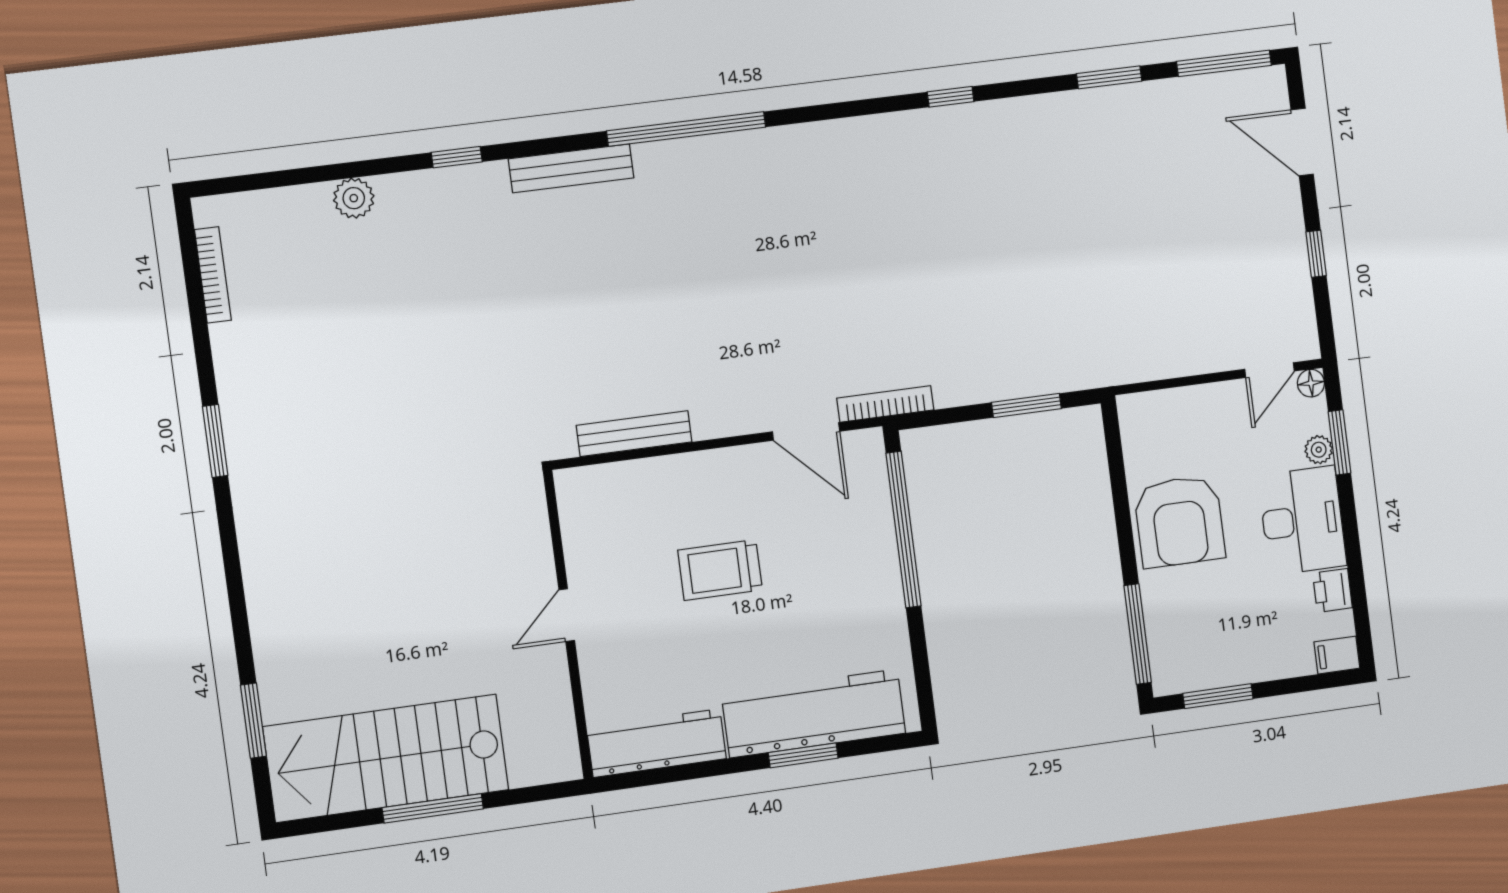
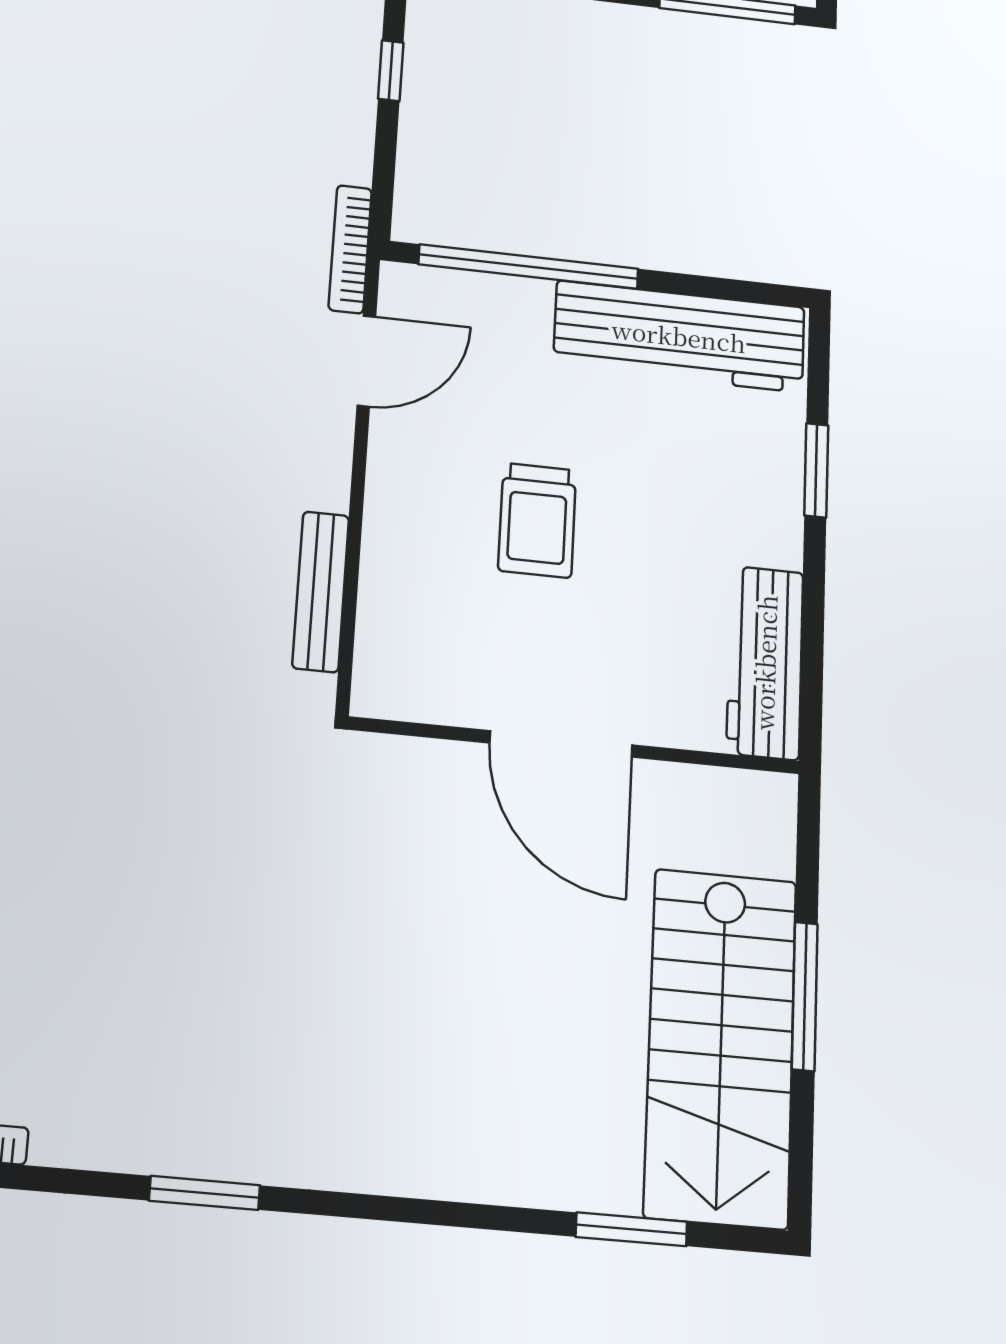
window: (1026, 405) -> (391, 71), width x0.67
door: (567, 615) -> (561, 744), width x1.88
workbench: (814, 713) -> (679, 336), moved, turned -90

